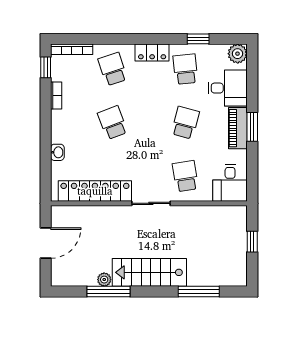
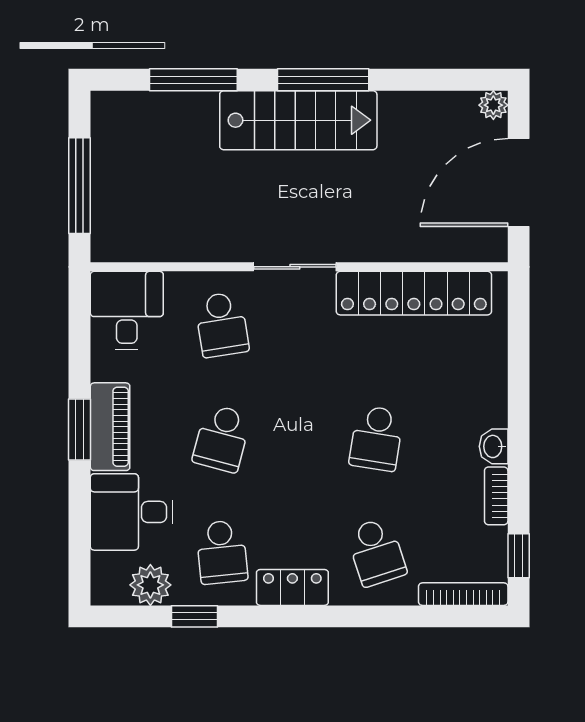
plant: (238, 54) -> (150, 585), moved
school desk: (113, 123) -> (376, 438), turned 30
washbasin: (57, 152) -> (494, 446), moved
window: (252, 242) -> (80, 186), width x2.17
door: (46, 243) -> (519, 183), width x1.36
plant: (104, 280) -> (493, 105), moved
window: (109, 291) -> (323, 80), moved

